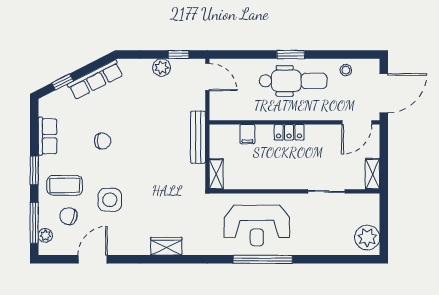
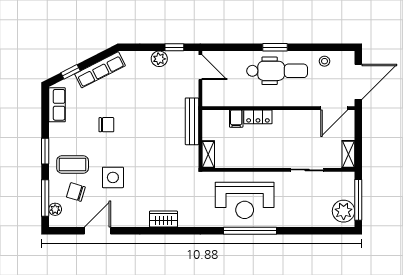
locker: (289, 132) -> (258, 117), moved
row of seats: (47, 136) -> (57, 105), moved
window: (384, 225) -> (358, 200), added

